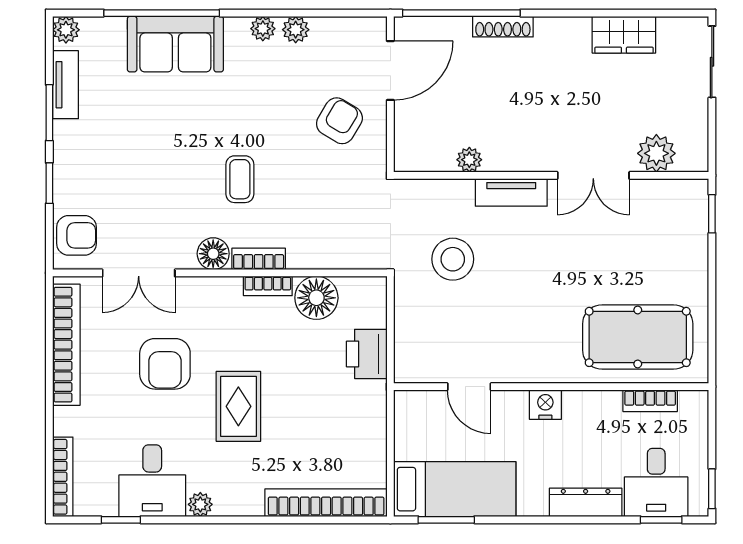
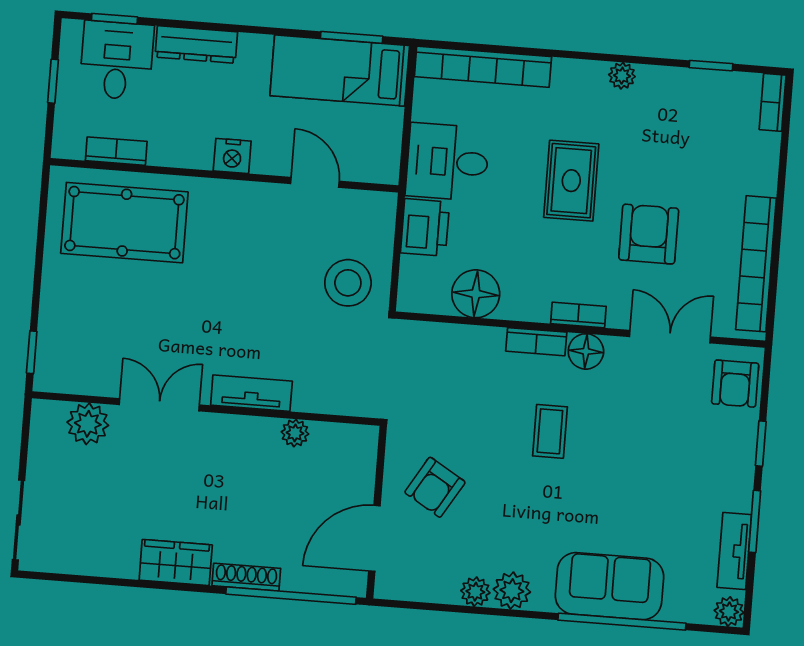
plant: (263, 29) -> (512, 591), width x1.38, depth x1.38
wardrobe: (624, 35) -> (176, 562), moved
armchair: (77, 235) -> (735, 384), turned -90
stool: (453, 259) -> (348, 283), moved
bookcase: (268, 286) -> (578, 315), moved
bookcase: (63, 477) -> (773, 102), width x0.64
desk: (152, 481) -> (447, 162), moved, turned -90
window: (712, 489) -> (53, 81), moved

